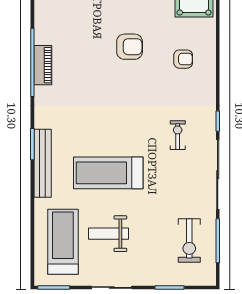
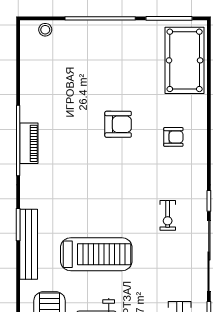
exercise bike: (178, 135) -> (168, 215), turned 180
treadmill: (108, 173) -> (96, 254), turned 180

